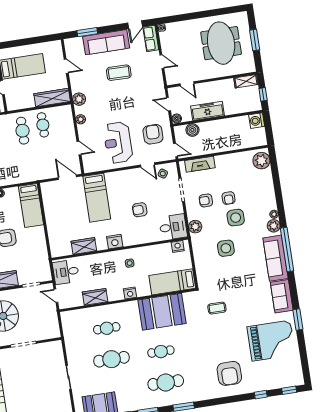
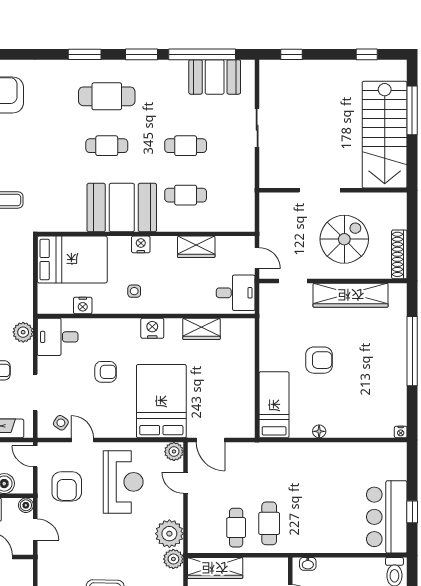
plant: (81, 119) -> (169, 534), width x1.88, depth x1.88
plant: (89, 167) -> (174, 451), added
bed: (97, 198) -> (161, 401), width x1.50
nightstand: (178, 246) -> (83, 305), moved
bed: (172, 282) -> (72, 259), width x1.50
booth: (162, 312) -> (122, 208), moved
cafe table: (112, 359) -> (186, 146), width x0.73, depth x0.74

